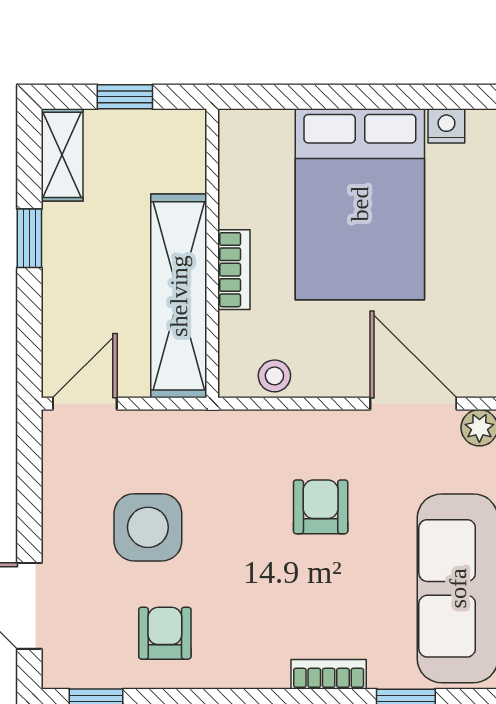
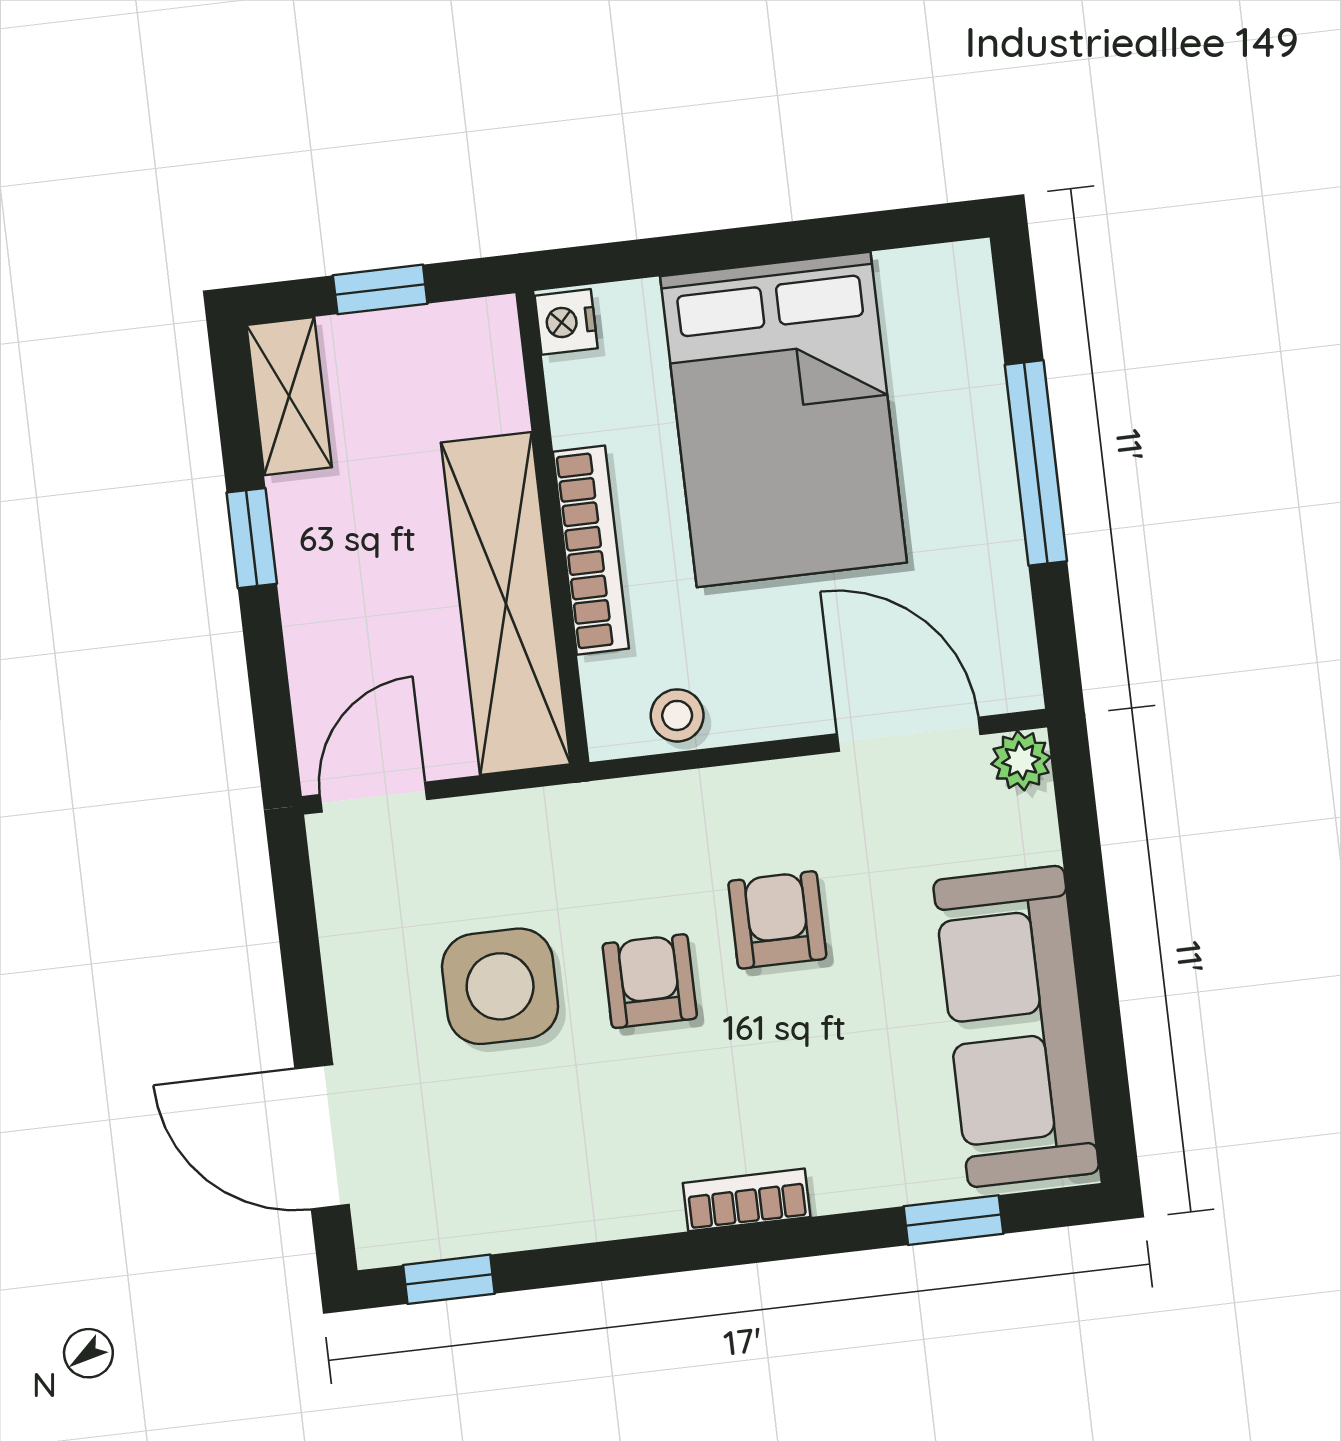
nightstand: (446, 126) -> (566, 322), moved, turned -90
bookcase: (234, 270) -> (591, 550), width x1.56
armchair: (165, 633) -> (650, 981), moved
bookcase: (329, 674) -> (747, 1200), moved

